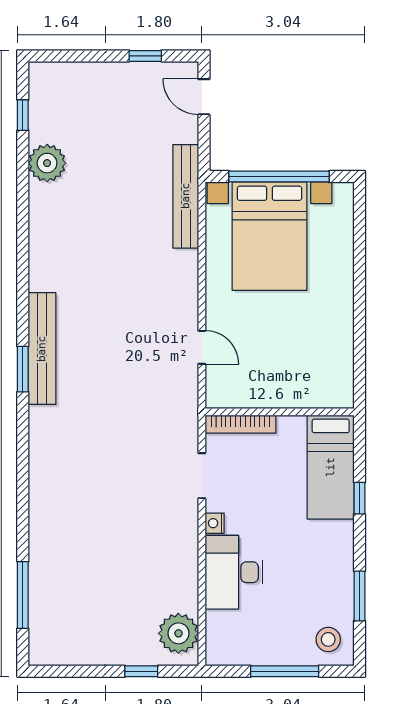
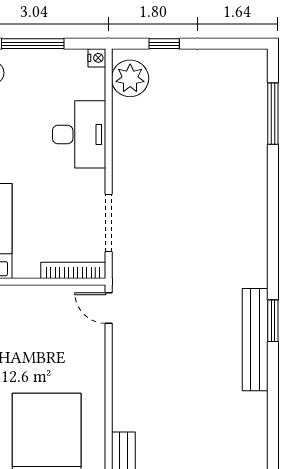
door: (202, 347) -> (109, 308), moved
doorway: (202, 476) -> (109, 223), width x1.38
nightstand: (215, 523) -> (97, 58), moved

